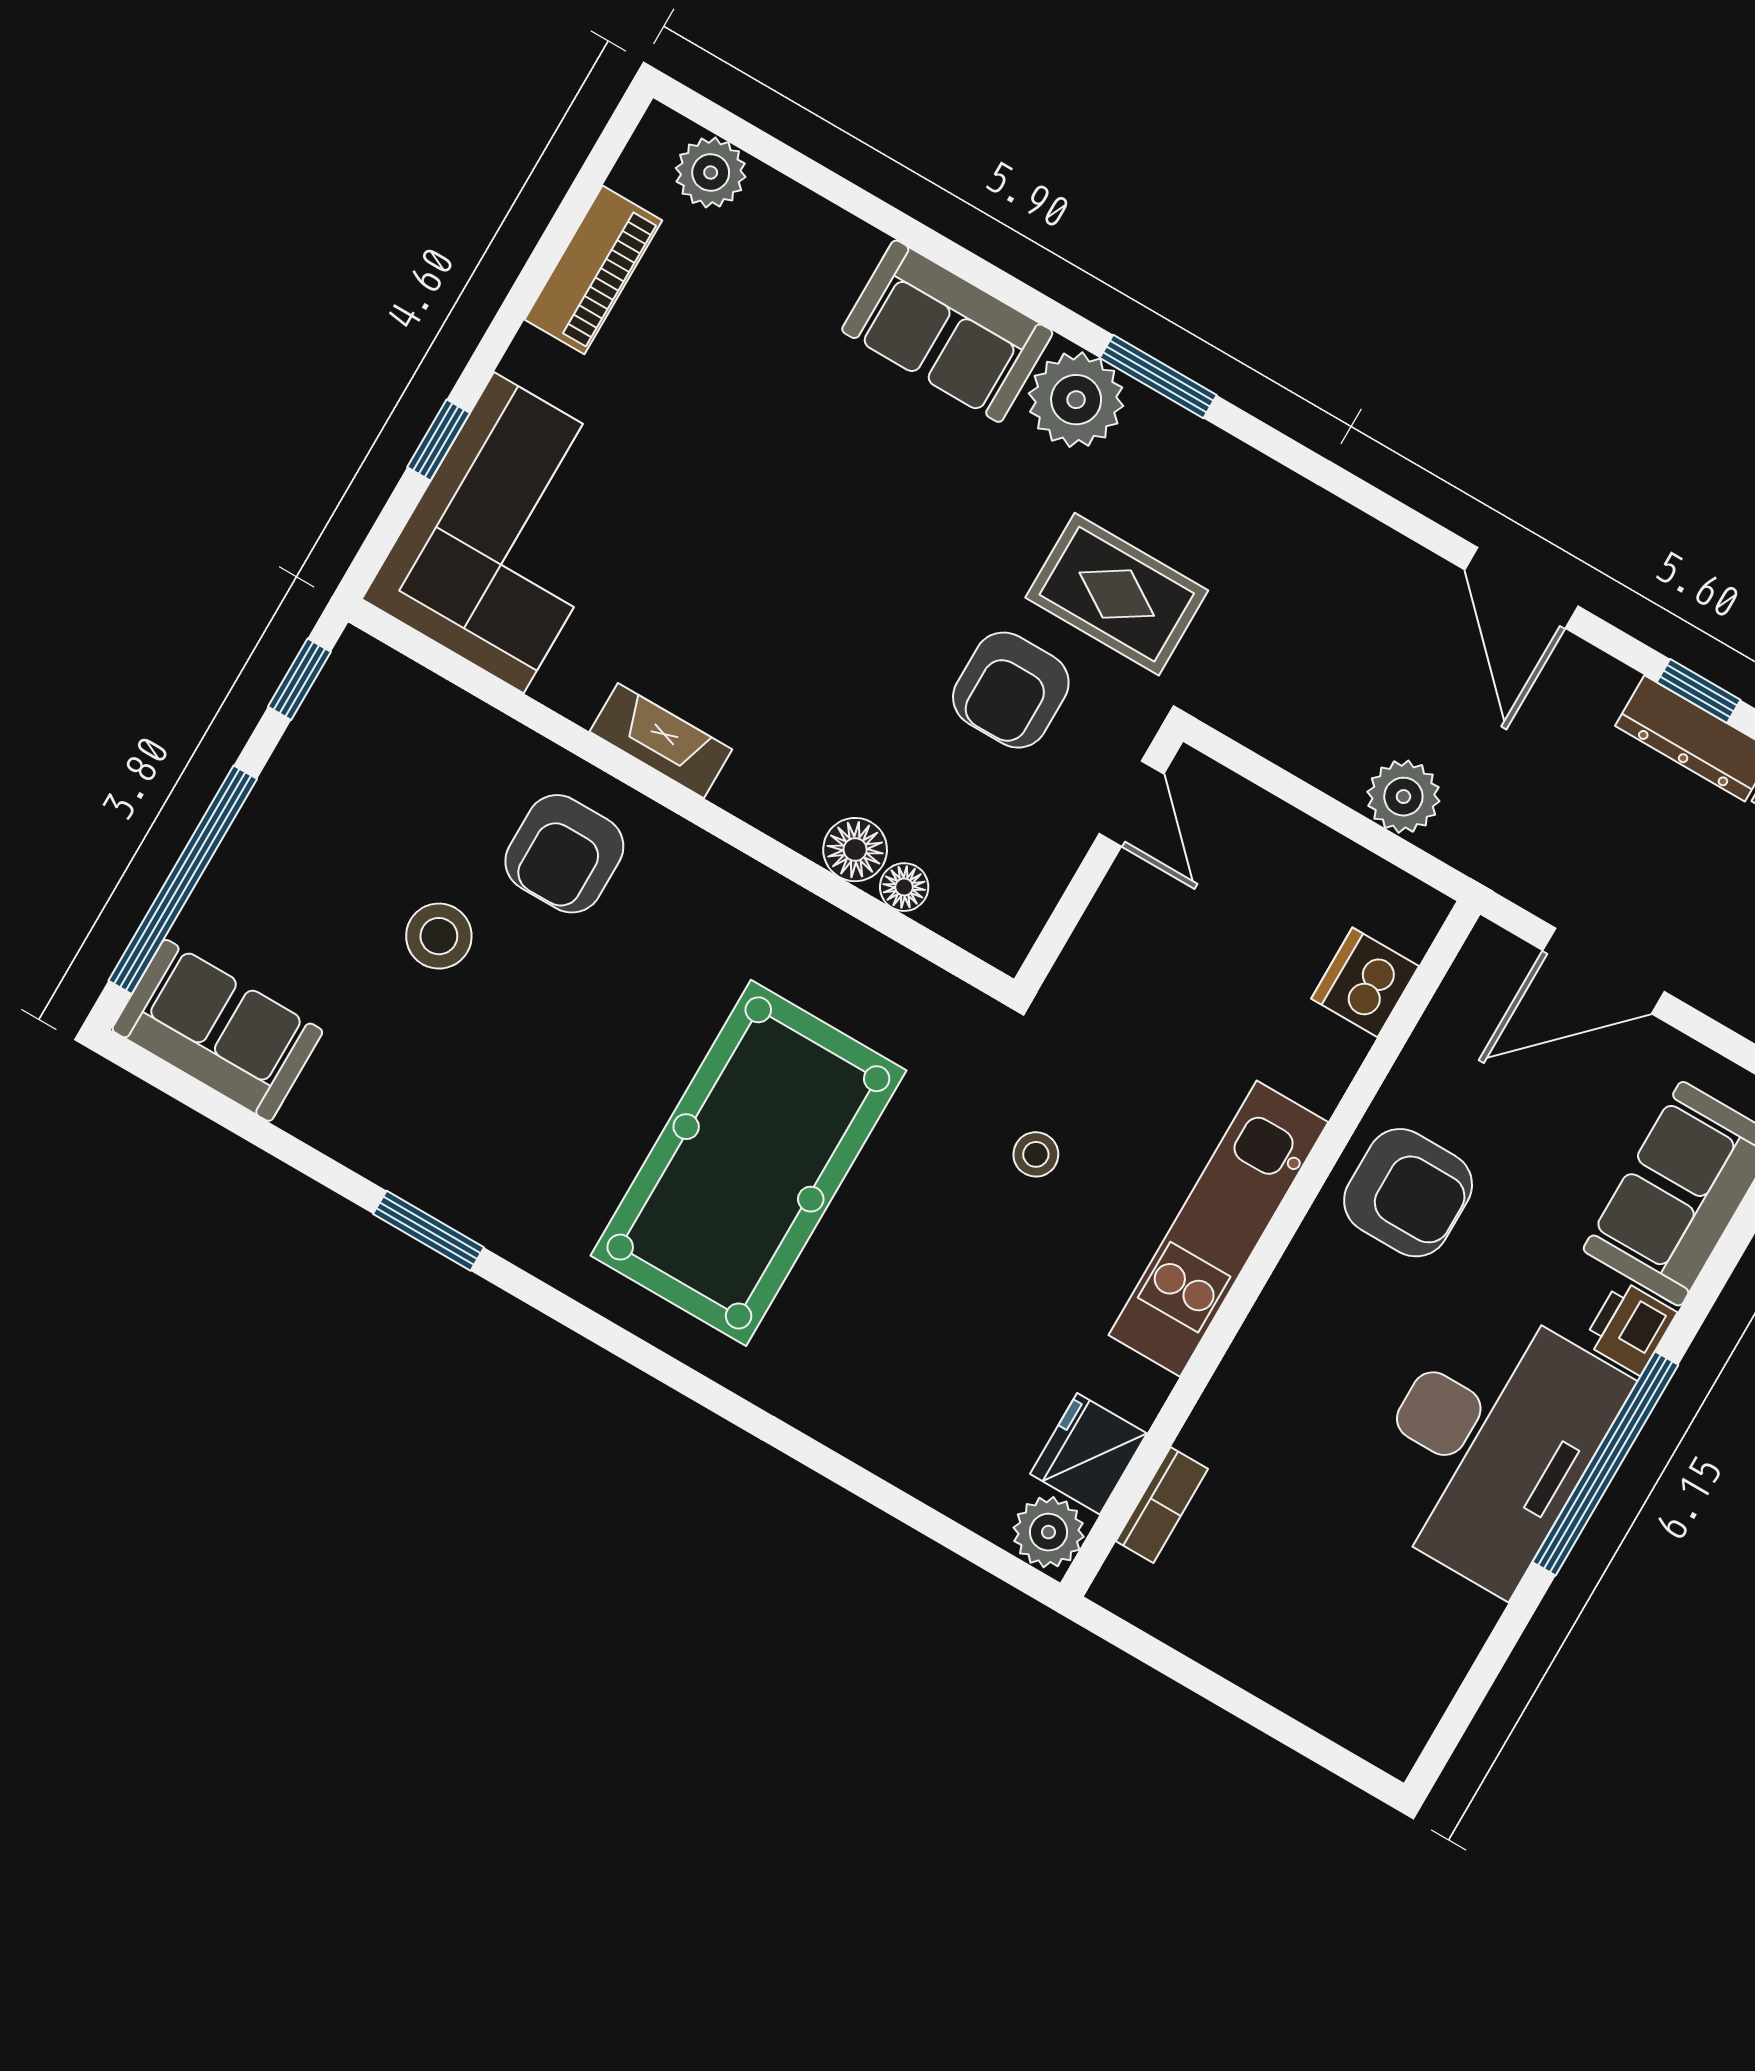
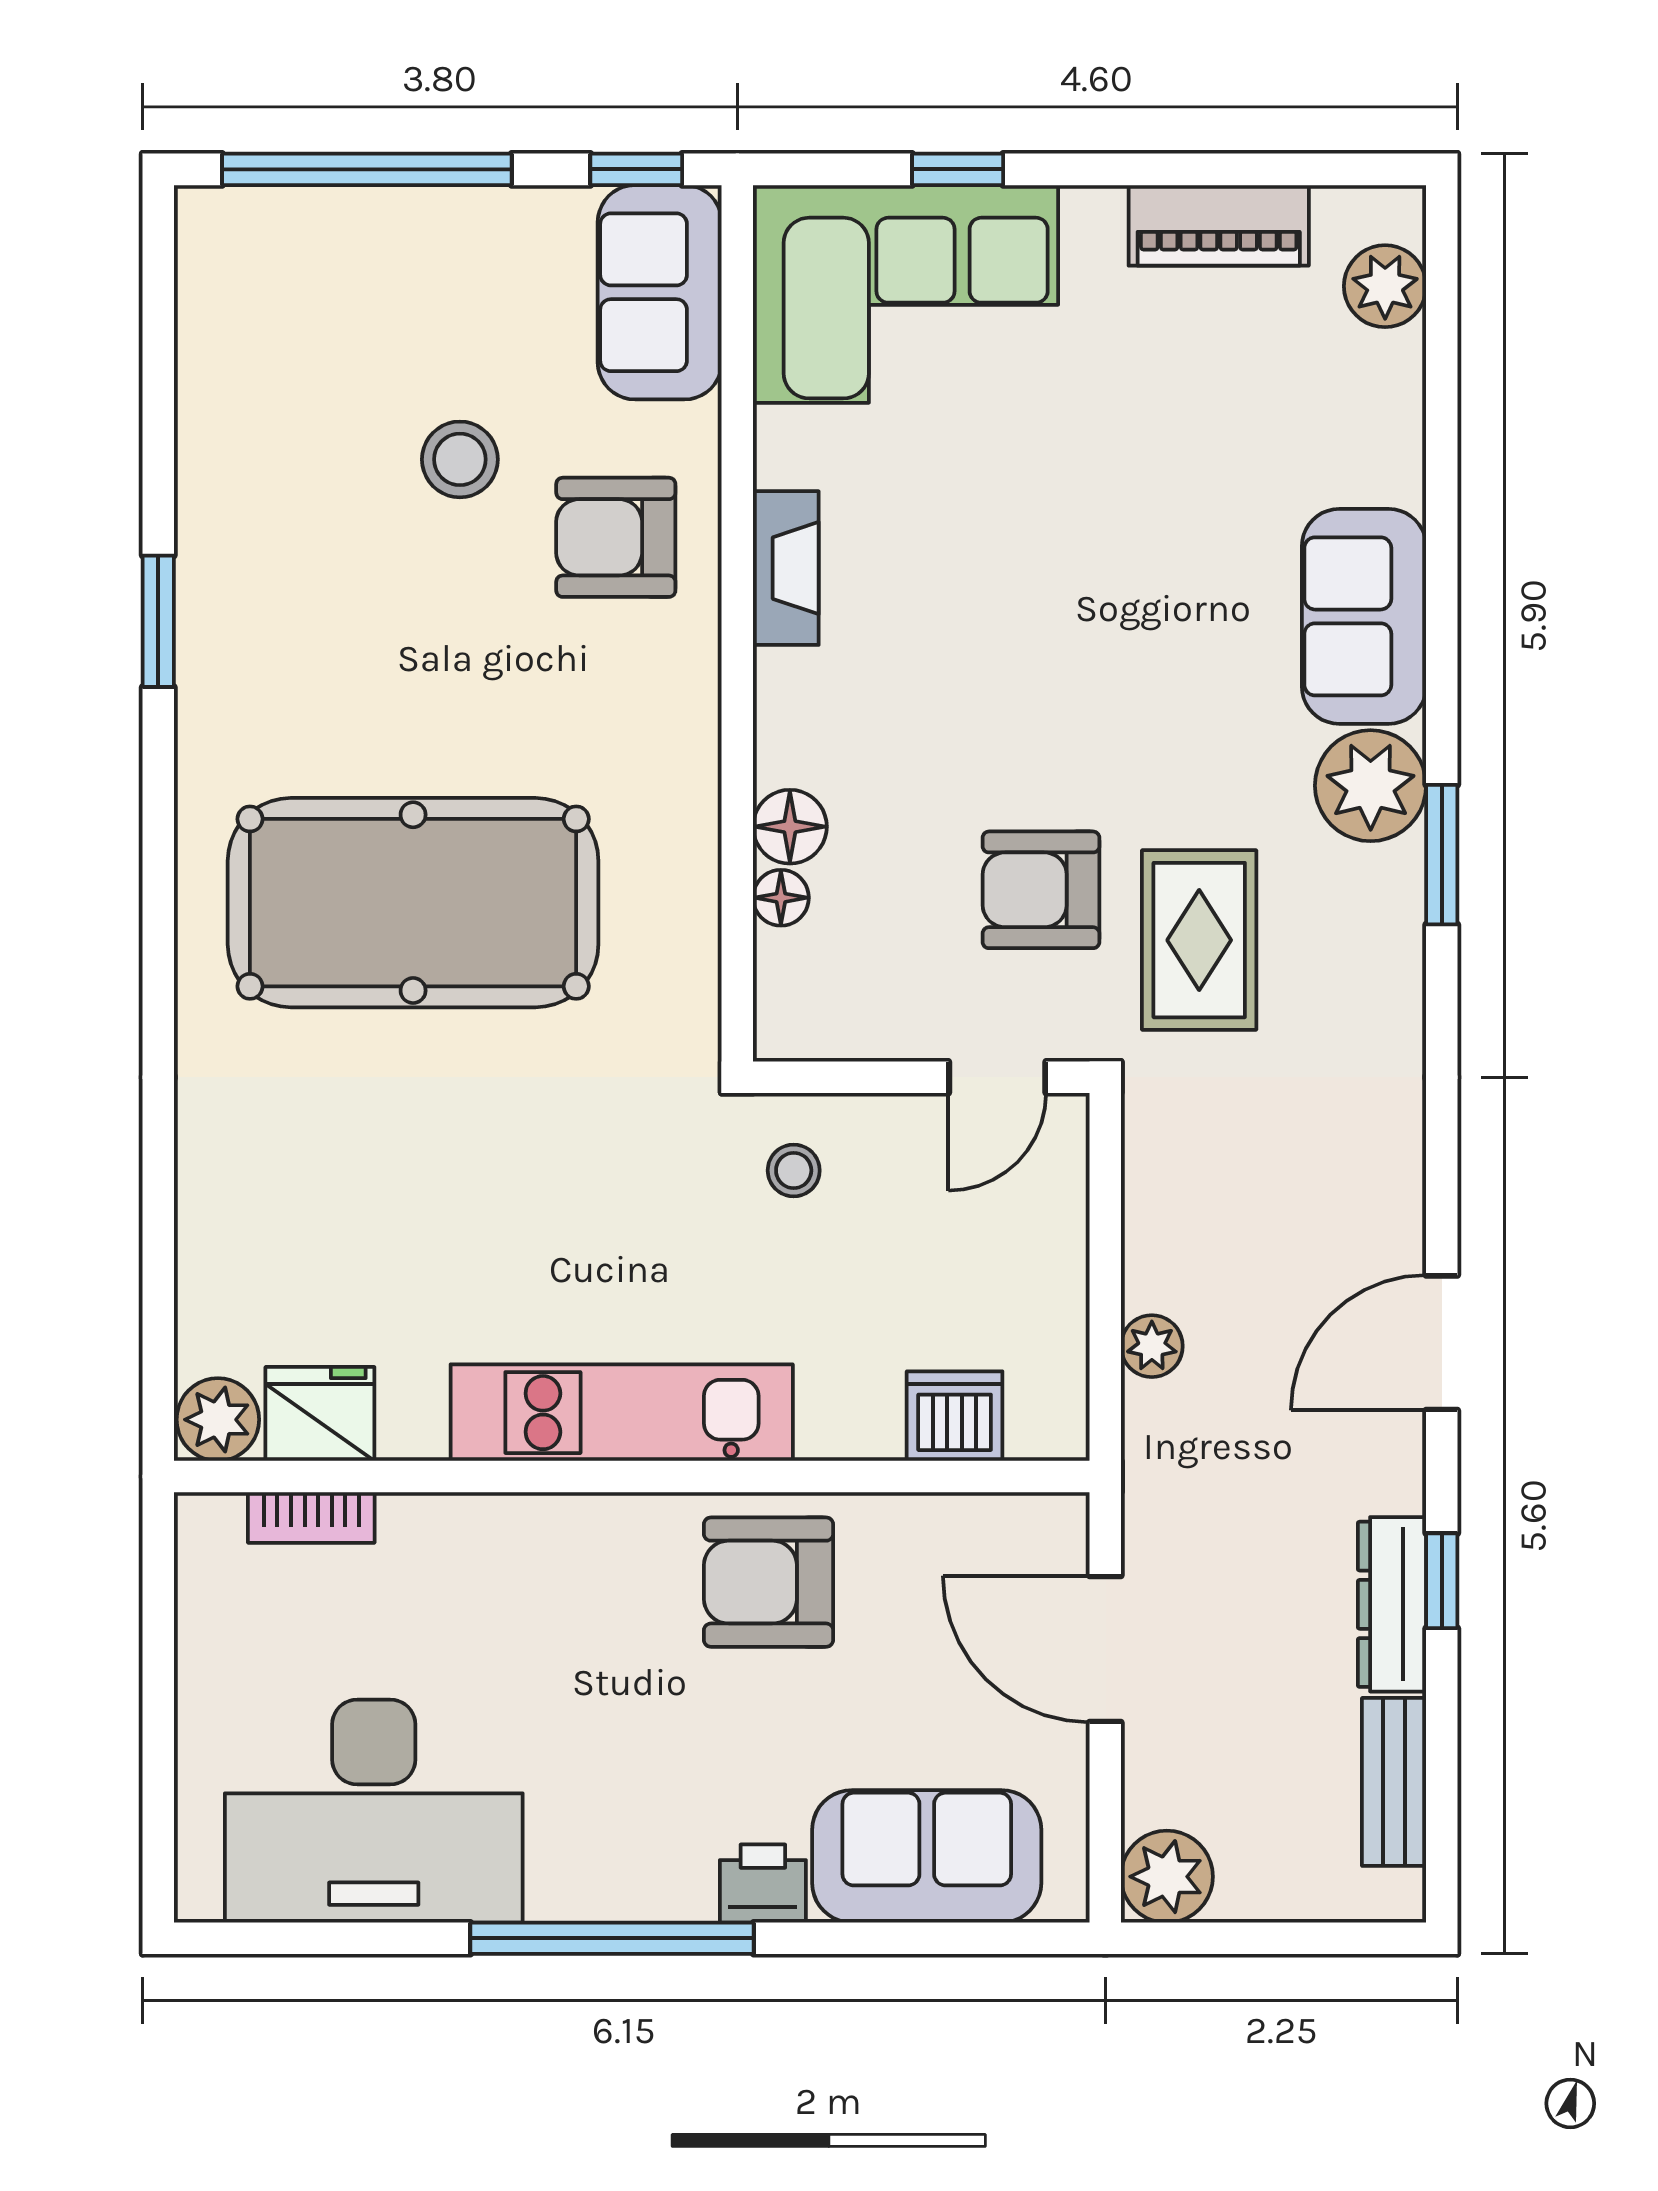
plant: (1403, 797) -> (1152, 1346), width x0.73, depth x0.73
sofa: (217, 1030) -> (660, 292), moved, turned 180
stool: (1036, 1154) -> (794, 1170), moved
armchair: (1408, 1193) -> (769, 1582), turned 90
desk: (1490, 1444) -> (374, 1811), moved

